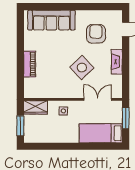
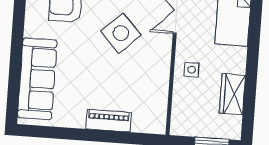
wardrobe: (36, 107) -> (232, 94), moved, turned 180

